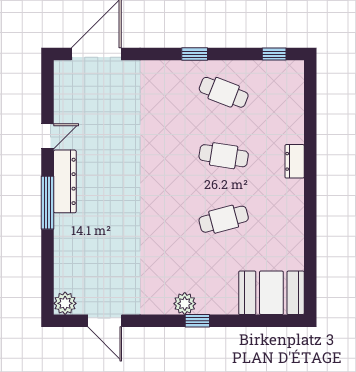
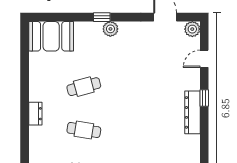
door: (48, 136) -> (204, 59), moved
dresser: (295, 161) -> (35, 114), moved
window: (48, 203) -> (204, 98), width x0.46

